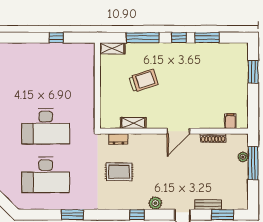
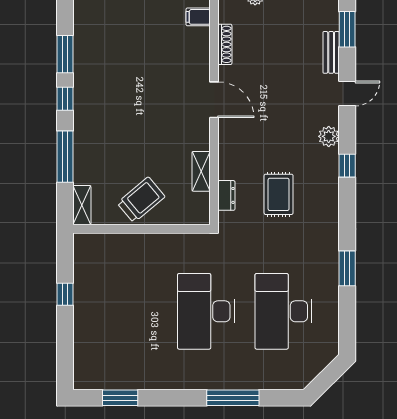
trolley: (144, 81) -> (141, 200), moved, turned 68
desk: (46, 126) -> (206, 311), turned 180
desk: (46, 175) -> (284, 311), turned 180

